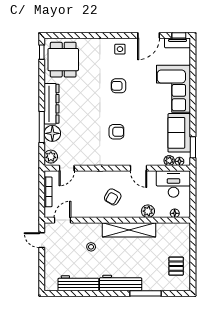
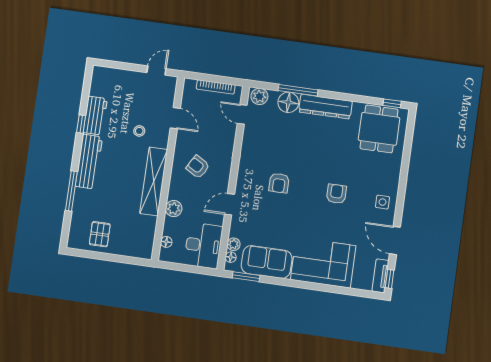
dining table: (63, 60) -> (379, 129), turned 90
door: (63, 220) -> (175, 118), moved
pallet: (176, 266) -> (100, 234), turned 90
workbench: (78, 283) -> (95, 116), width x0.73
window: (92, 293) -> (81, 124), added

